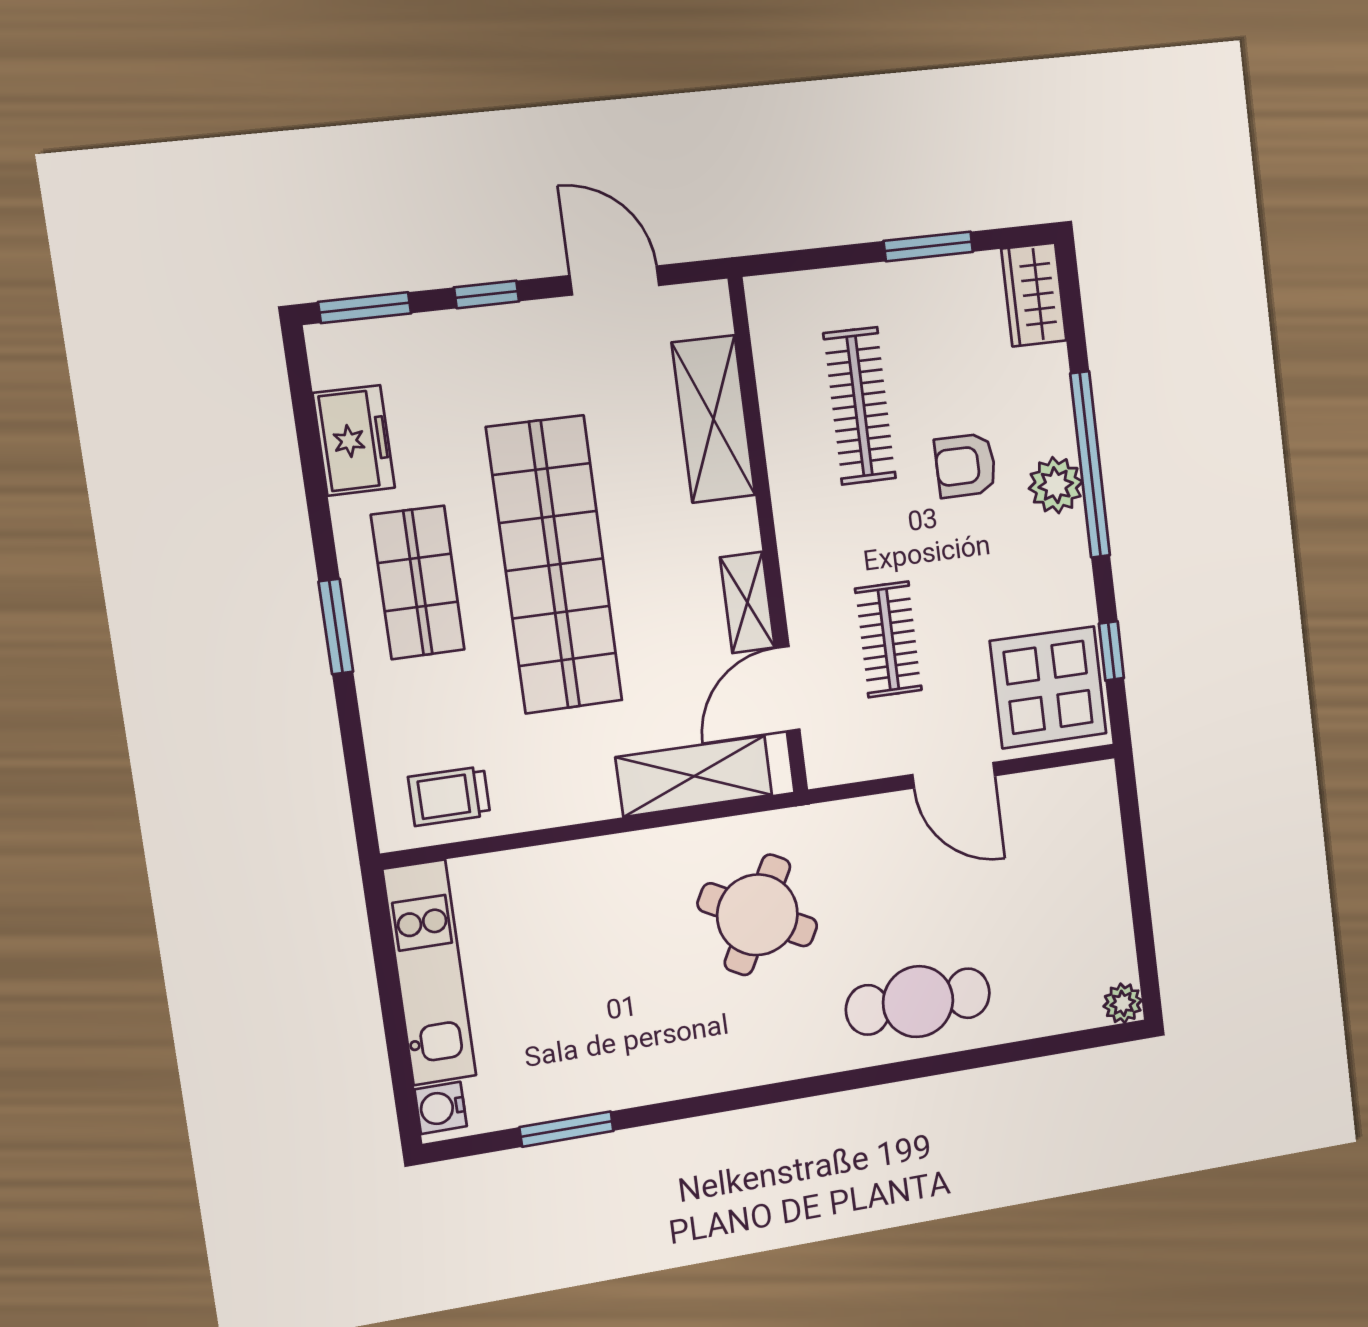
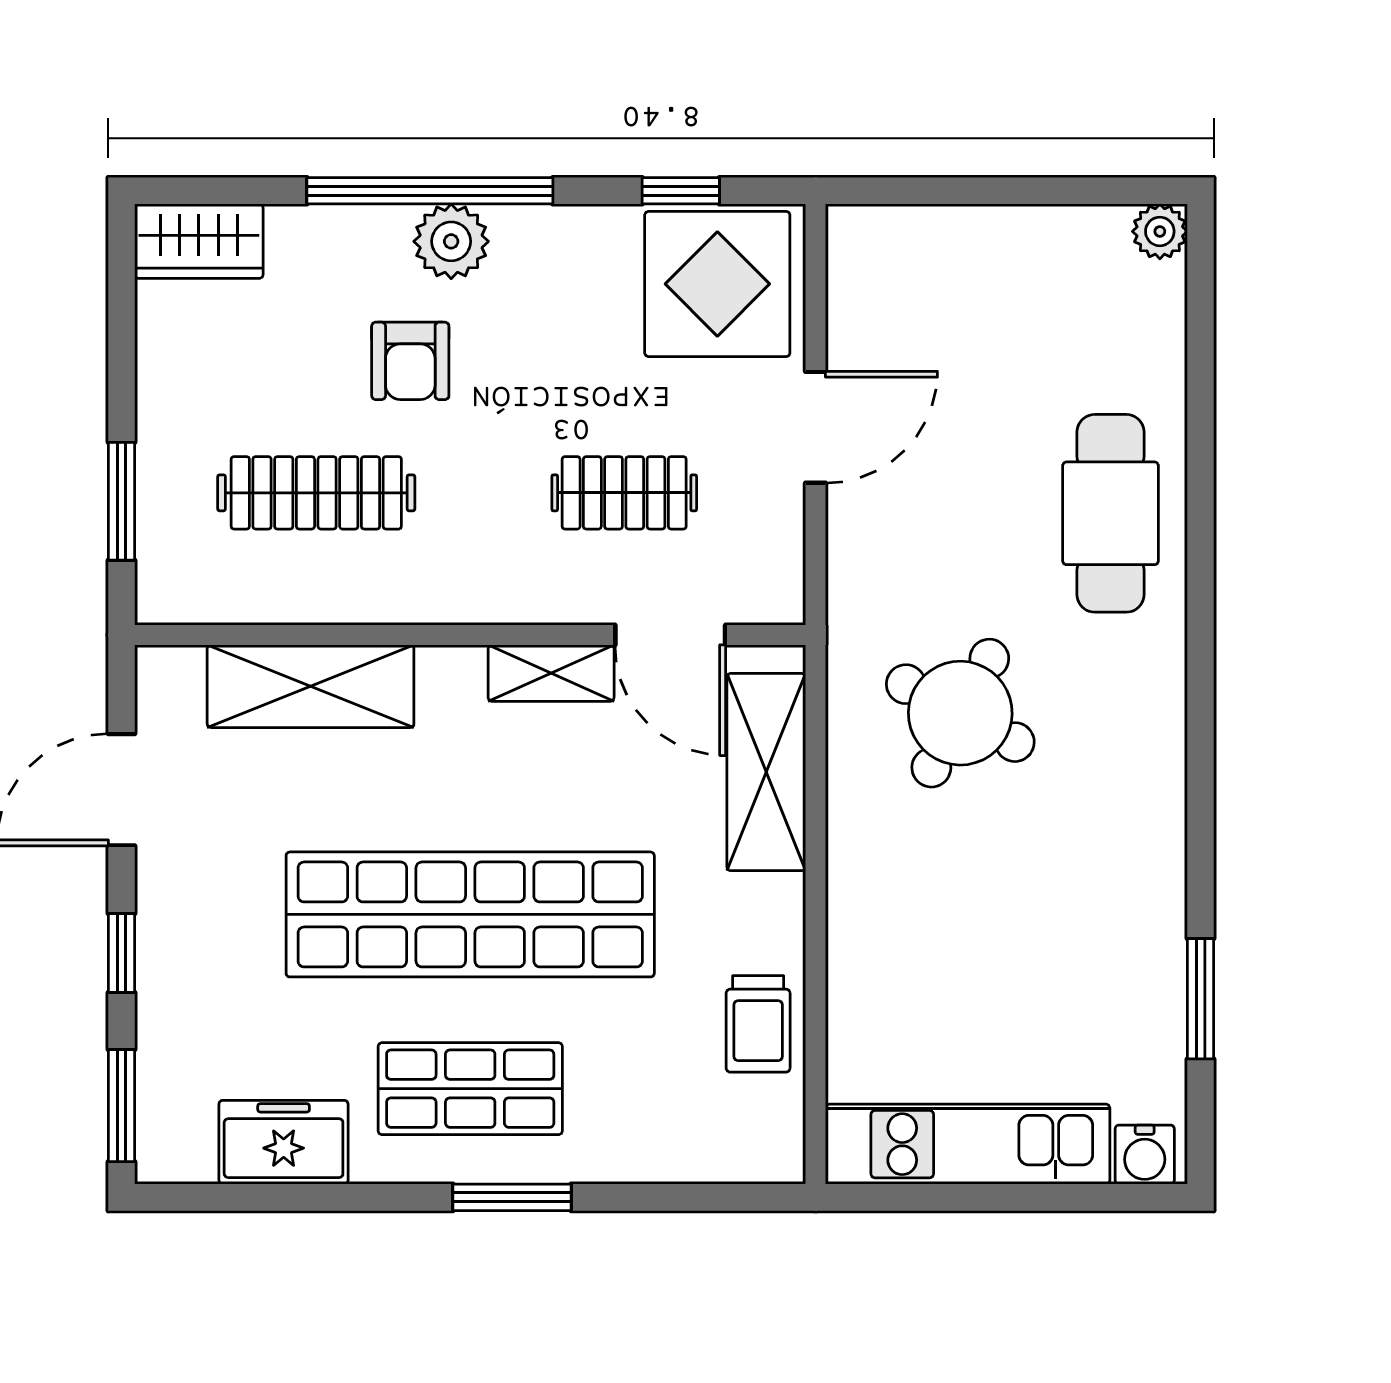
window: (928, 246) -> (122, 501), moved
trolley: (449, 796) -> (758, 1024), moved

